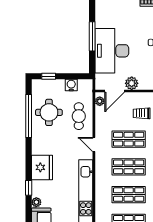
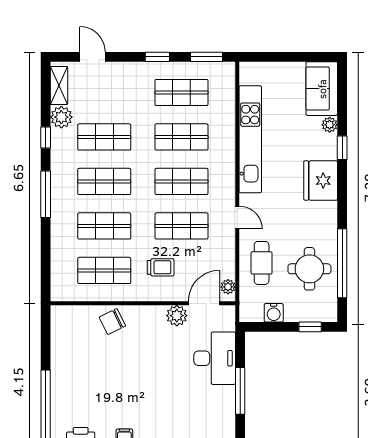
desk: (112, 51) -> (215, 358), width x0.73, depth x0.77

